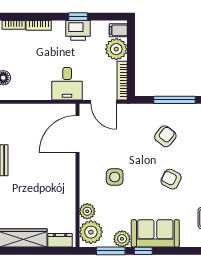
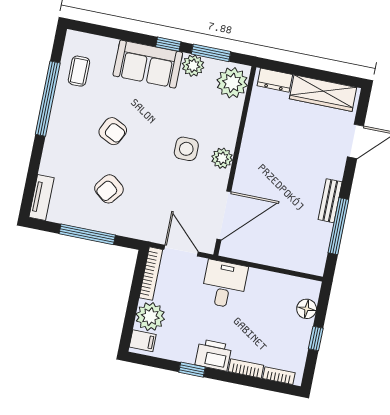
printer: (78, 30) -> (213, 355), moved
plant: (87, 211) -> (222, 158), moved

